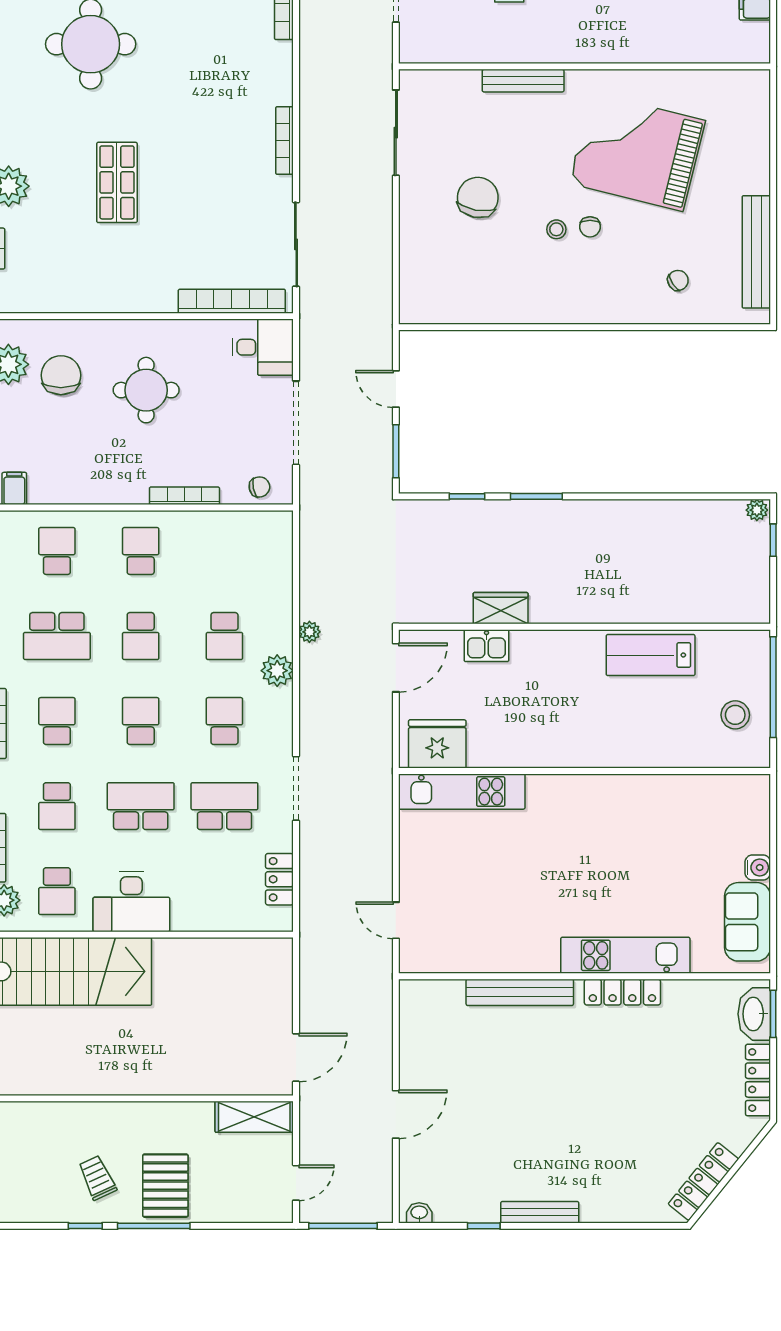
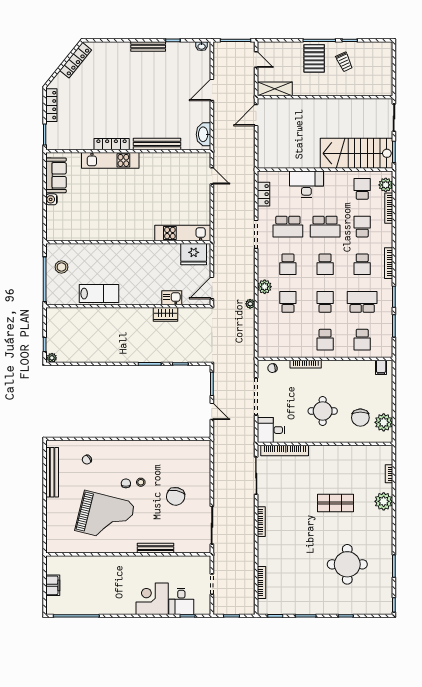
shop shelf: (117, 182) -> (336, 503), turned 90
desk: (131, 902) -> (306, 184), moved
washbasin: (754, 1014) -> (204, 134), moved, turned 180
door: (296, 1183) -> (256, 60), swing flipped

